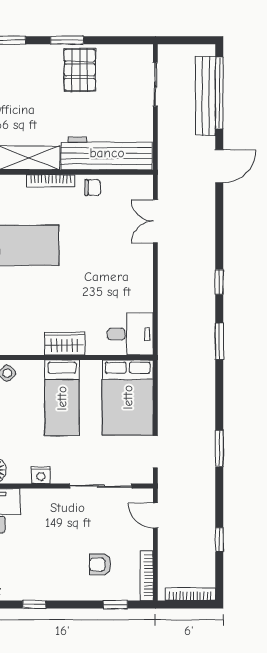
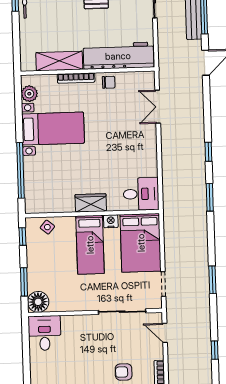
nightstand: (41, 475) -> (111, 221), moved, turned 180

